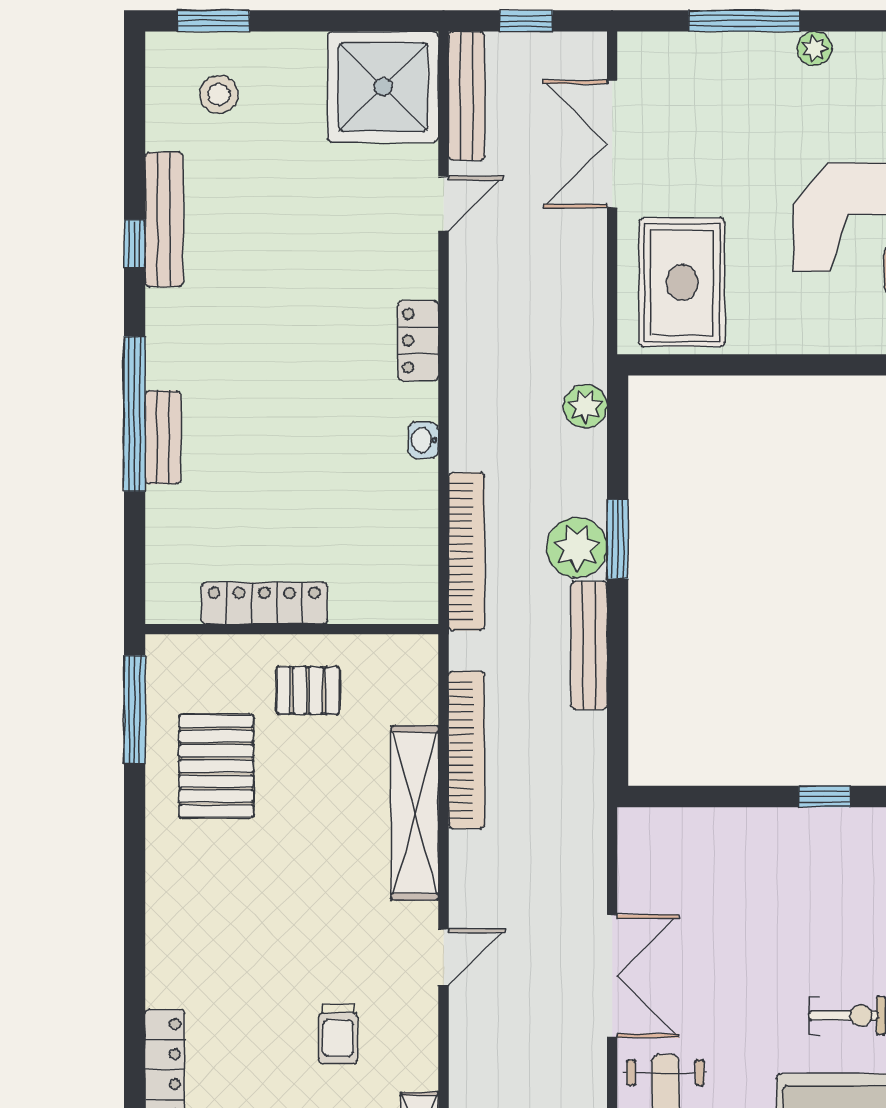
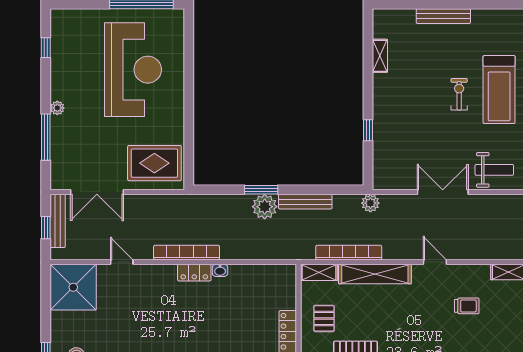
bench: (467, 96) -> (58, 221), moved, turned 90
locker: (418, 341) -> (194, 273), moved
plant: (585, 406) -> (370, 203), moved
bookcase: (466, 551) -> (187, 253), moved
shelving: (419, 678) -> (319, 272), added
window: (824, 796) -> (368, 130), moved

